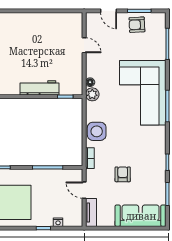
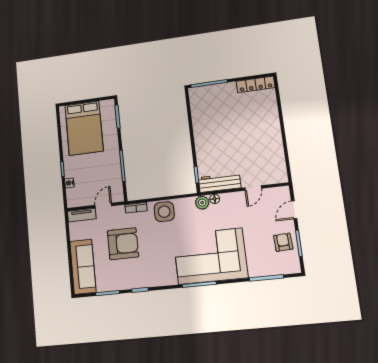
workbench: (39, 88) -> (220, 183), moved, turned -90
armchair: (123, 174) -> (123, 244), width x1.88, depth x1.88

